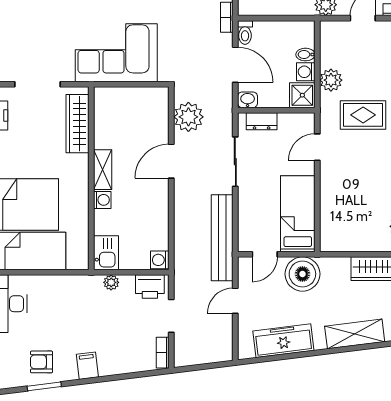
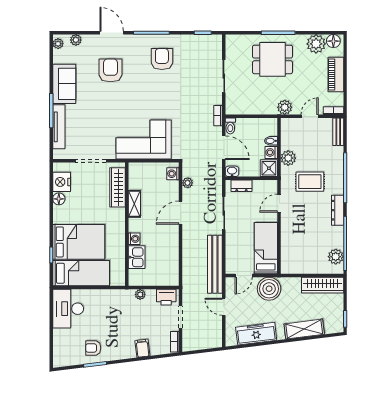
plant: (188, 117) -> (188, 183), width x0.53, depth x0.53
shelving: (103, 170) -> (134, 204), moved
kitchen sink: (106, 253) -> (137, 257), moved
washing machine: (160, 260) -> (173, 174), moved
door: (235, 301) -> (224, 307), hinge flipped
filing cabinet: (87, 366) -> (142, 348), moved

